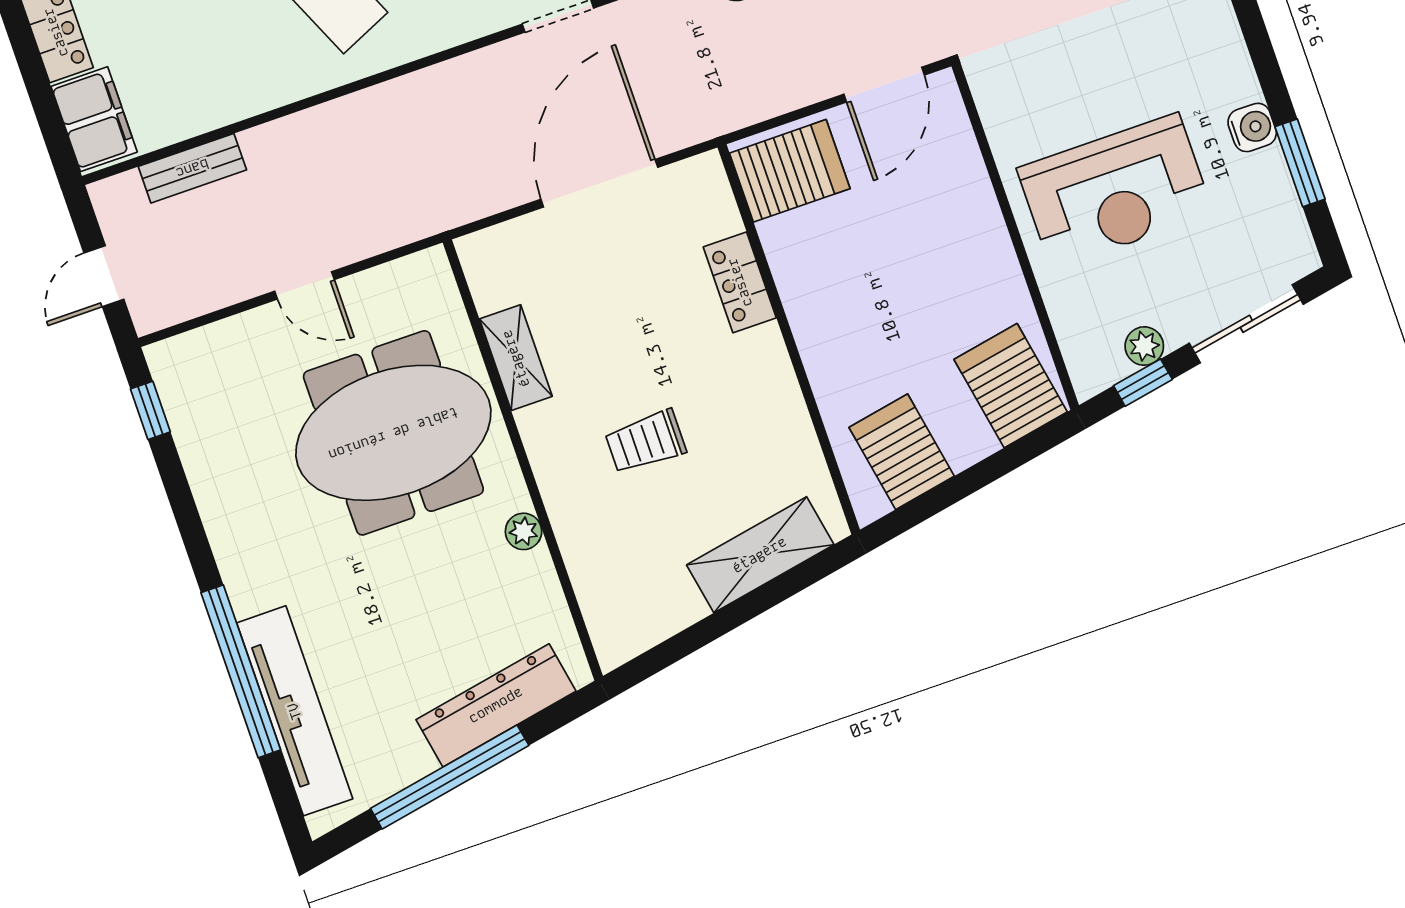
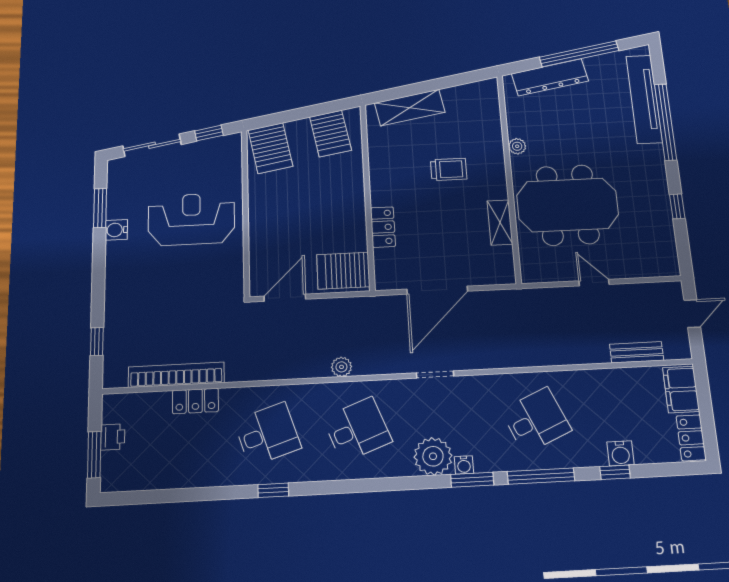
plant: (1144, 346) -> (203, 148), removed
window: (150, 410) -> (677, 206), moved

